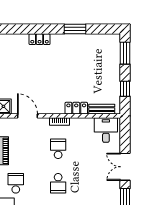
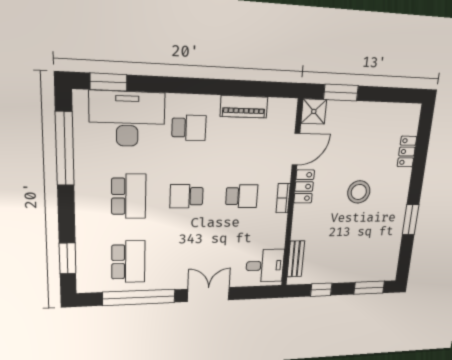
locker: (40, 39) -> (407, 152), moved
stool: (55, 70) -> (359, 192), added
locker: (76, 108) -> (304, 187), moved

